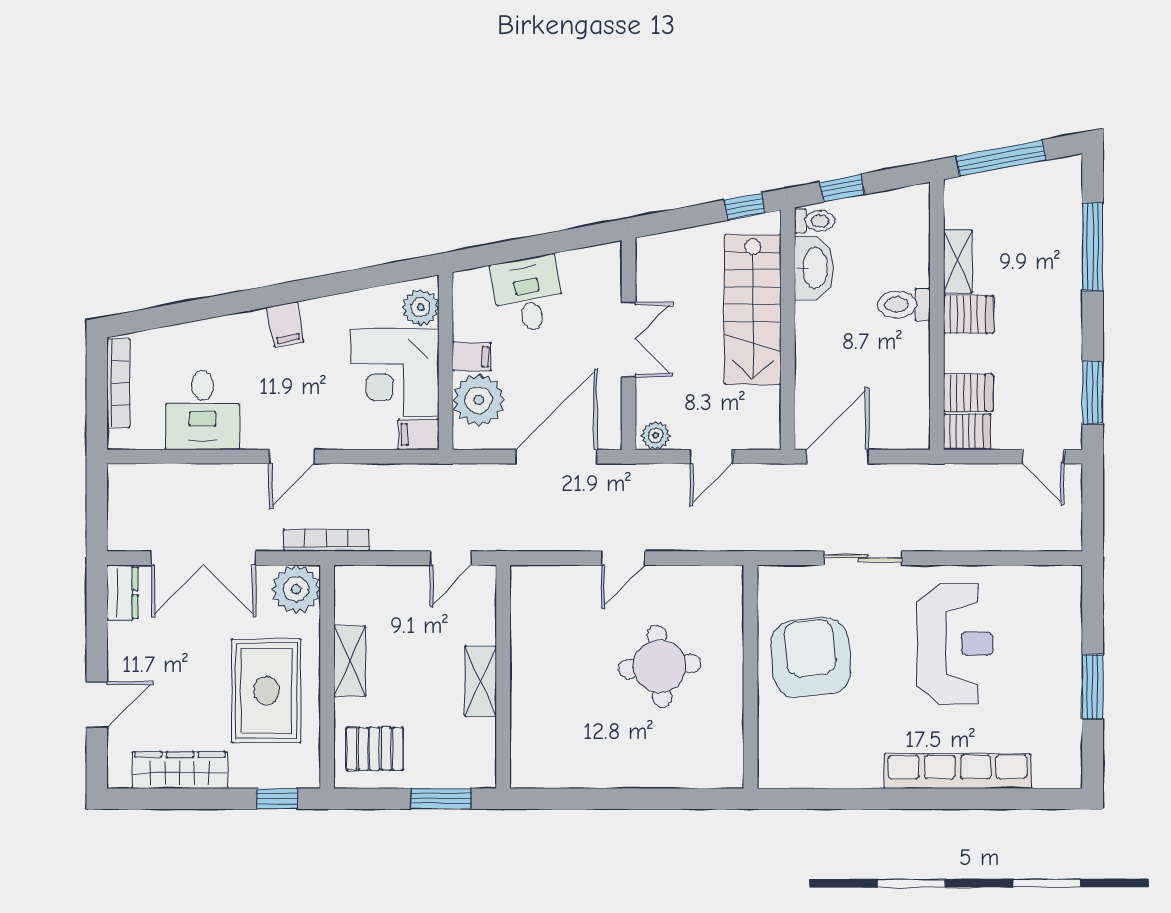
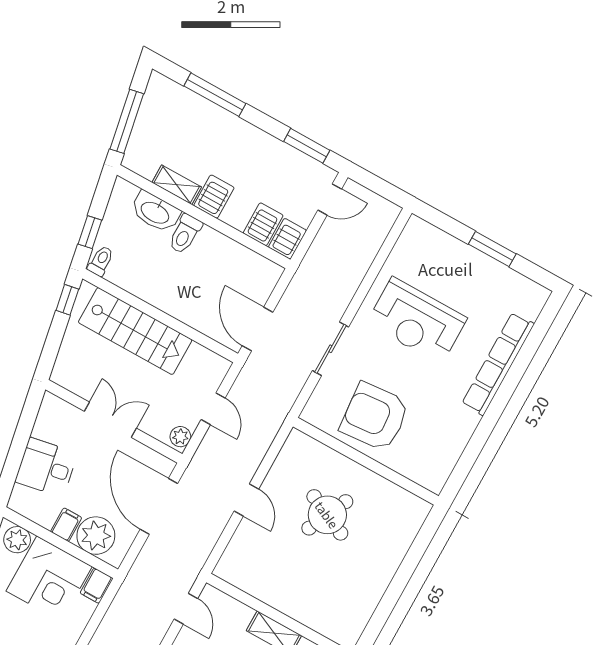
washbasin: (814, 268) -> (155, 212), moved, turned 180
reception desk: (955, 644) -> (417, 321), turned 180
round table: (660, 666) -> (327, 515), turned 30

